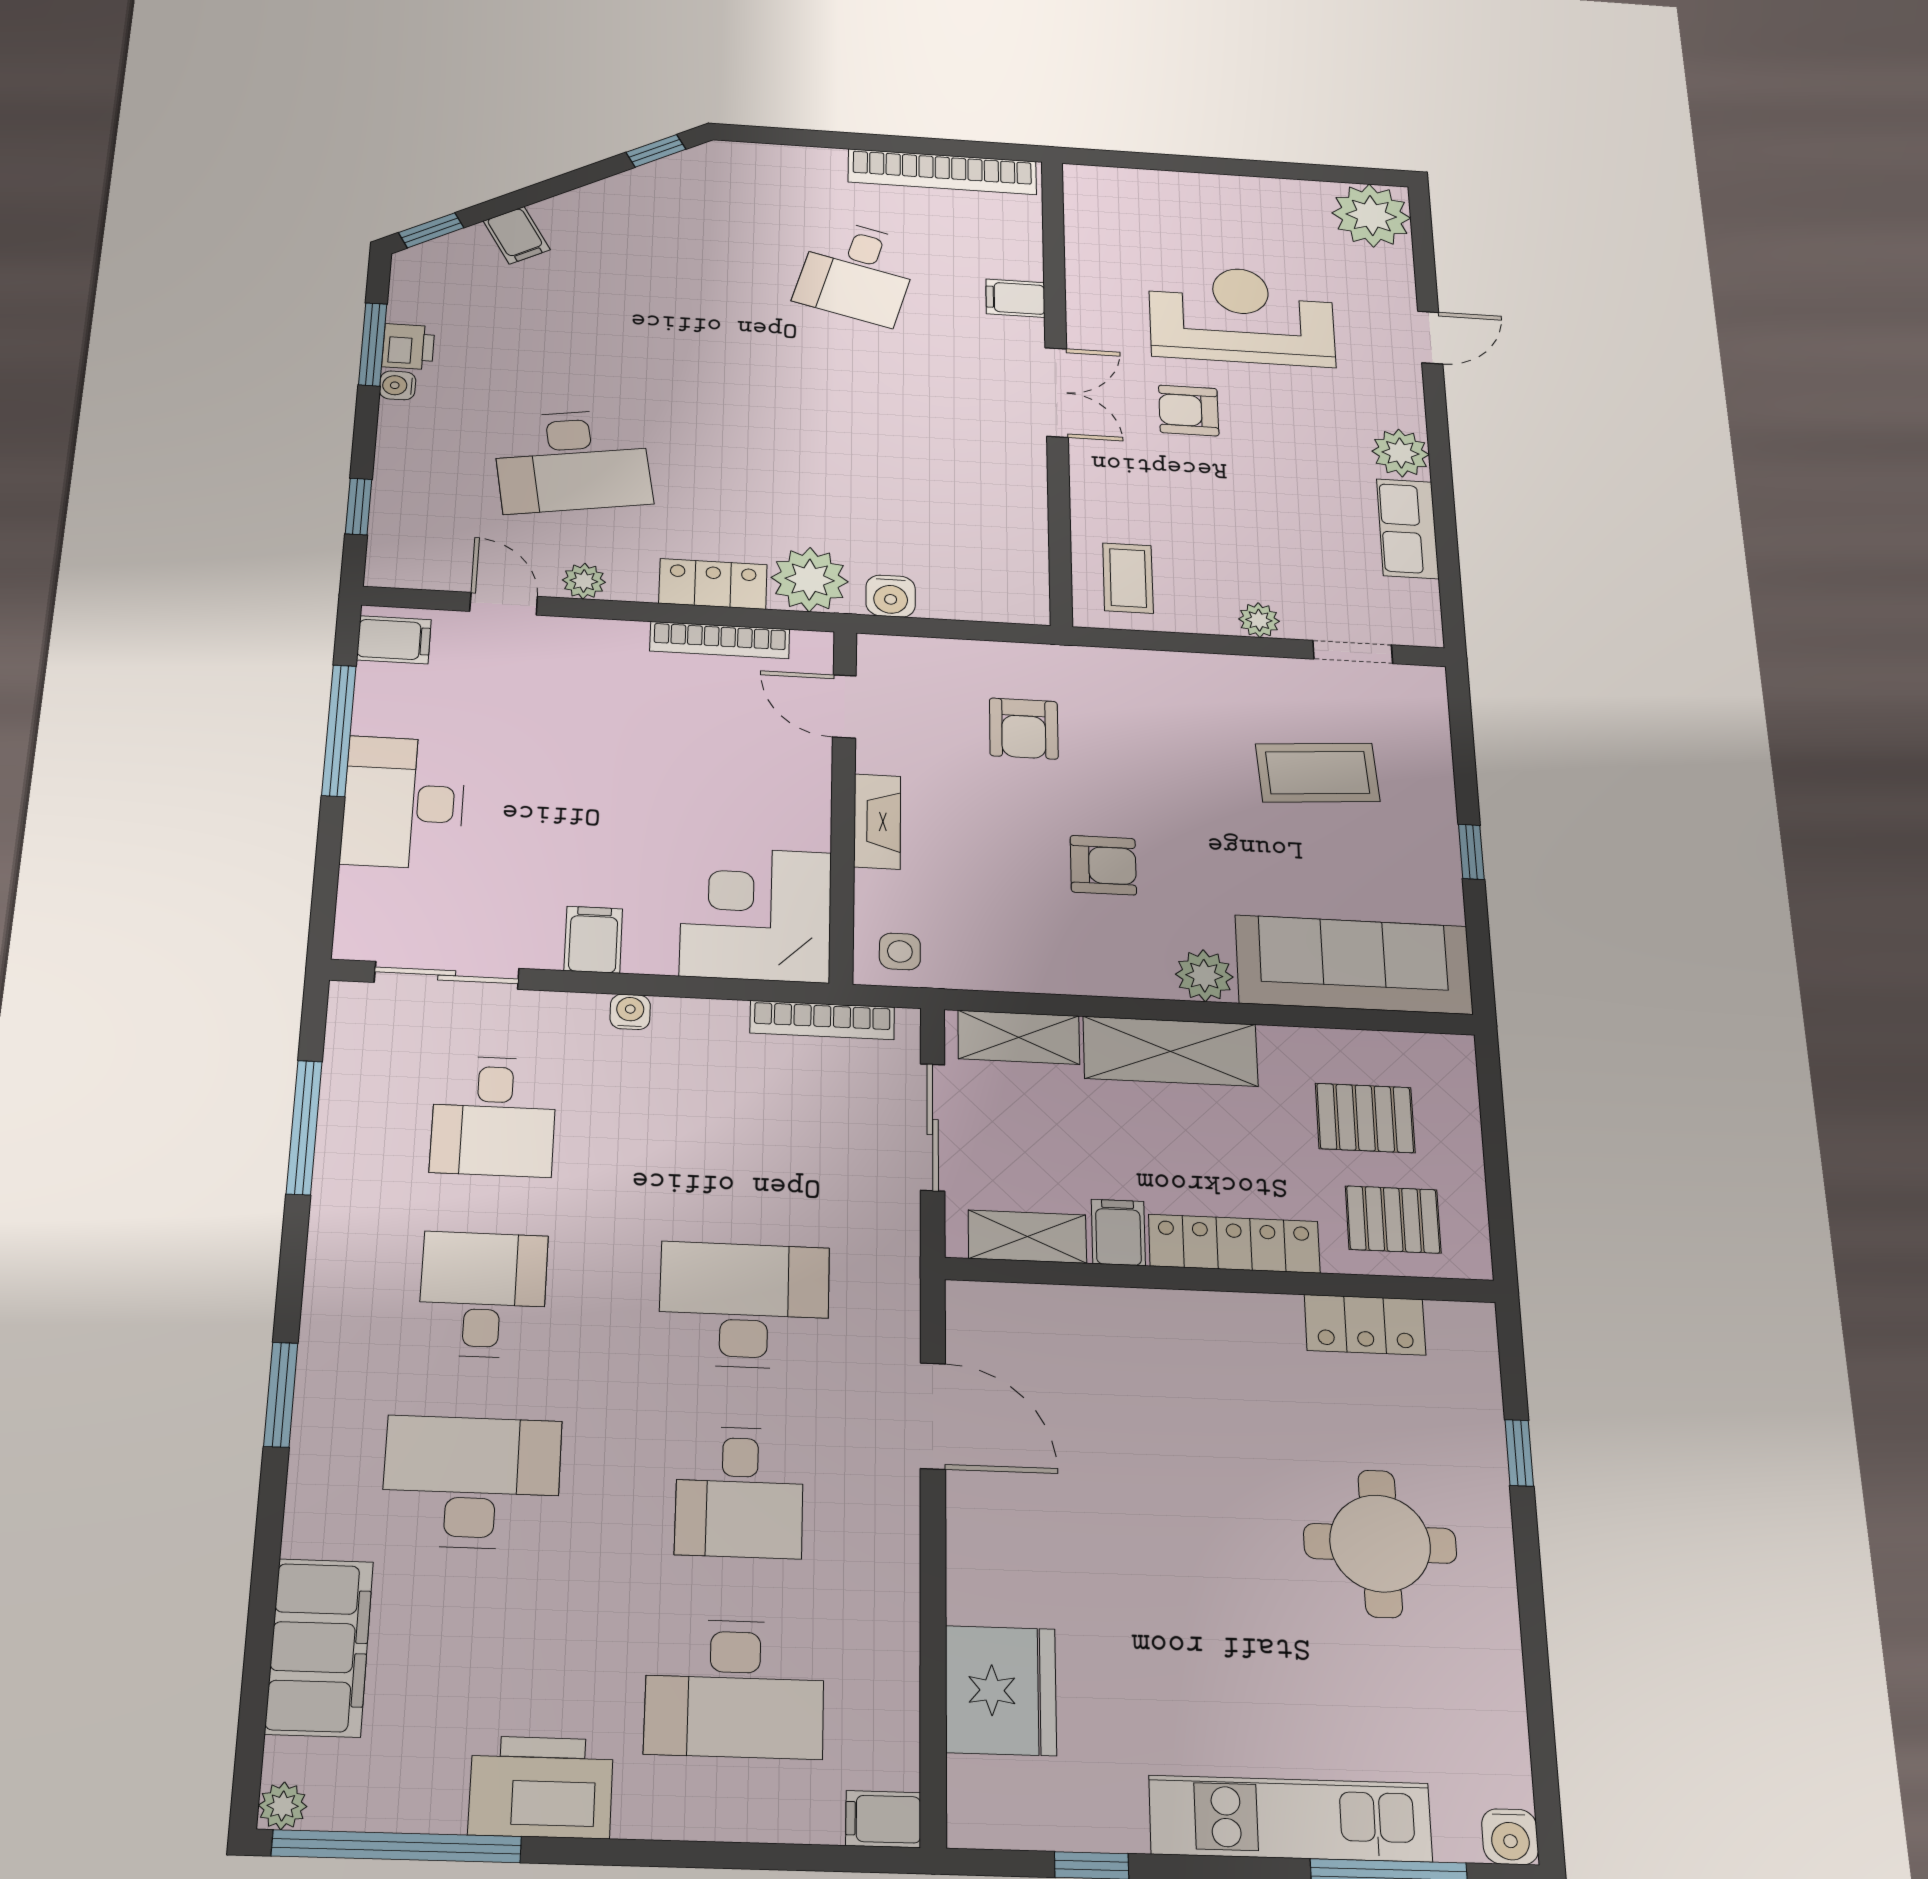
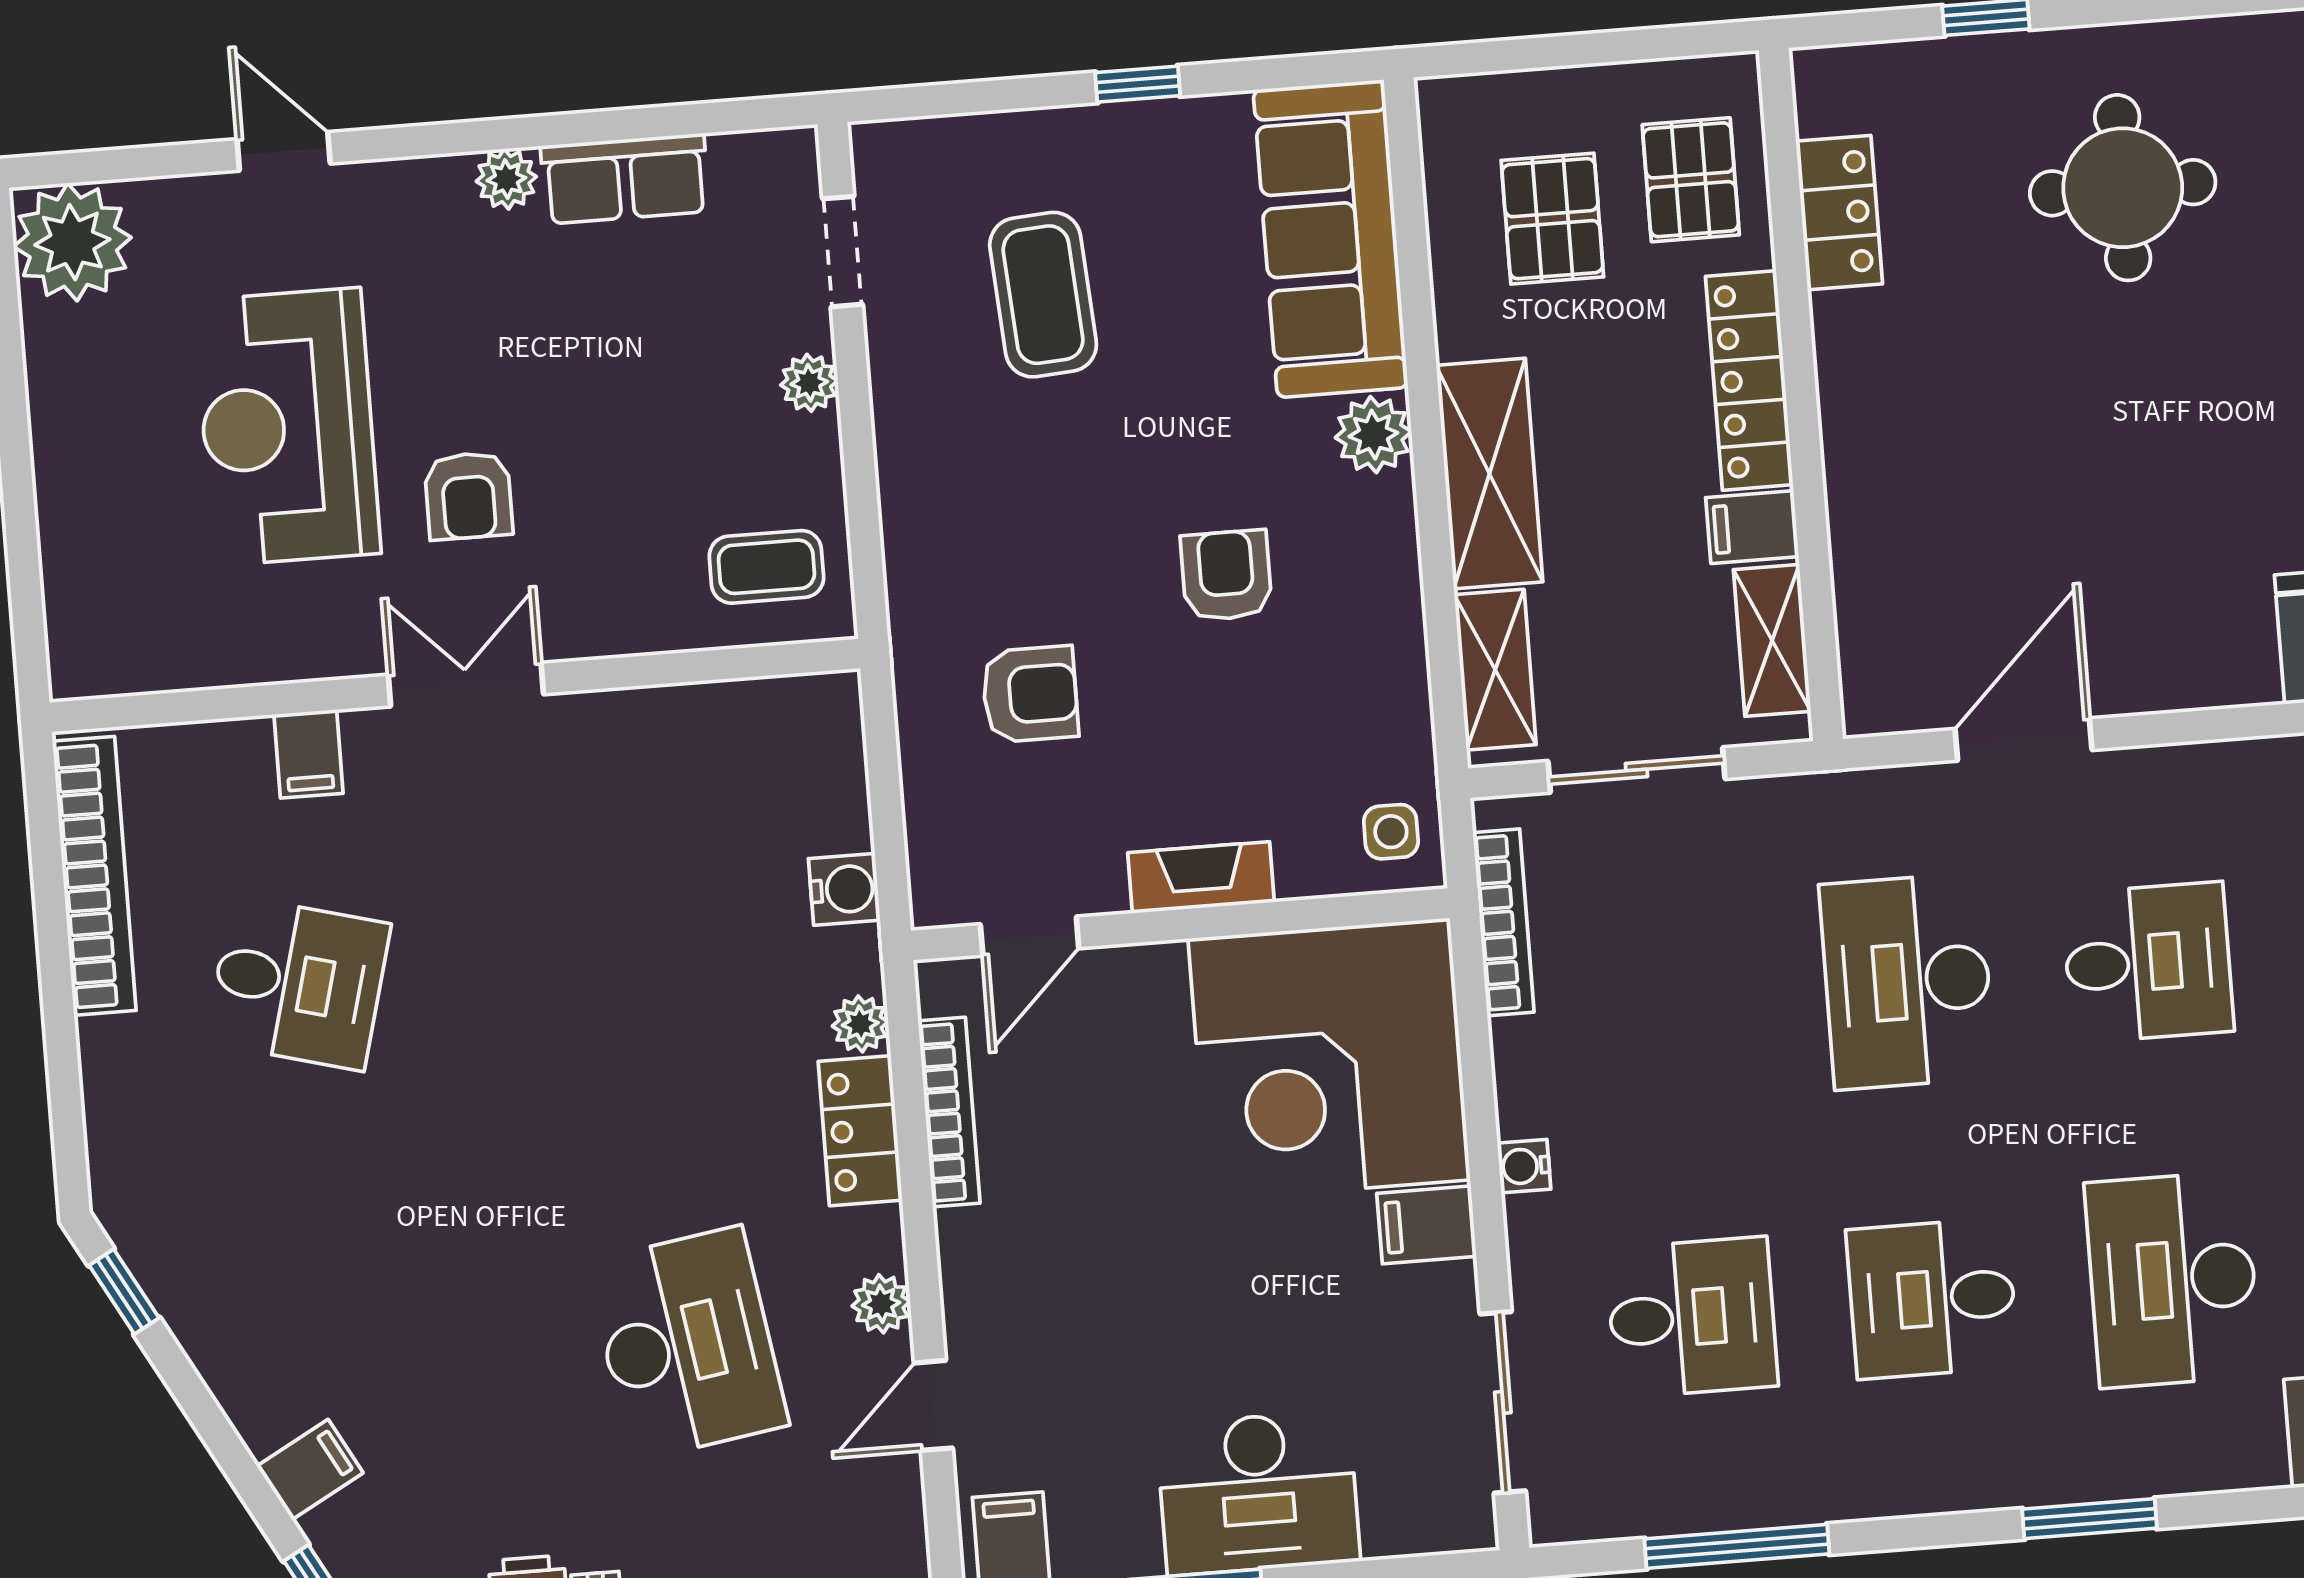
plant: (1400, 453) -> (506, 179), width x0.73, depth x0.73
plant: (810, 580) -> (860, 1024), width x0.53, depth x0.53
corner desk: (756, 914) -> (1329, 1059), width x1.36, depth x1.36

